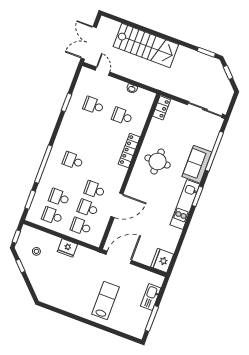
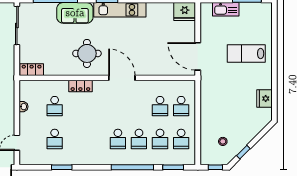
locker: (129, 151) -> (80, 86), width x0.66
school desk: (95, 190) -> (139, 139), moved
door: (117, 205) -> (122, 78), moved
fridge: (67, 248) -> (264, 99), moved, turned 180

